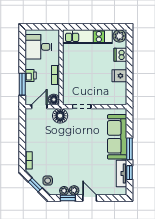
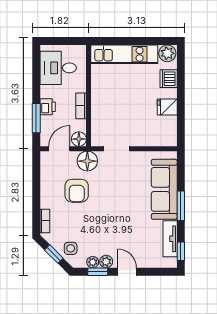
armchair: (52, 138) -> (77, 191), added
window: (129, 173) -> (181, 251), moved

